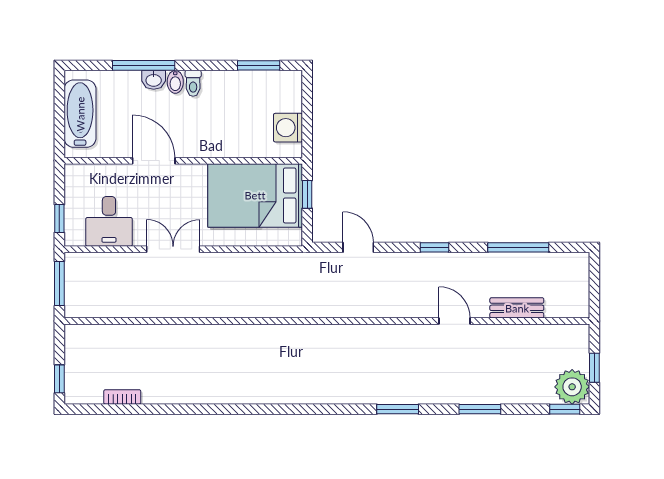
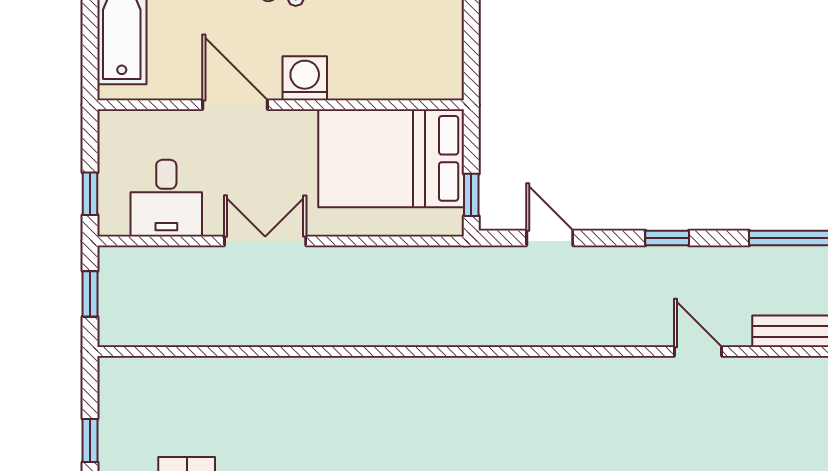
washing machine: (288, 128) -> (305, 78), moved, turned 90
window: (307, 194) -> (471, 195), moved
window: (59, 284) -> (90, 294), width x0.67

